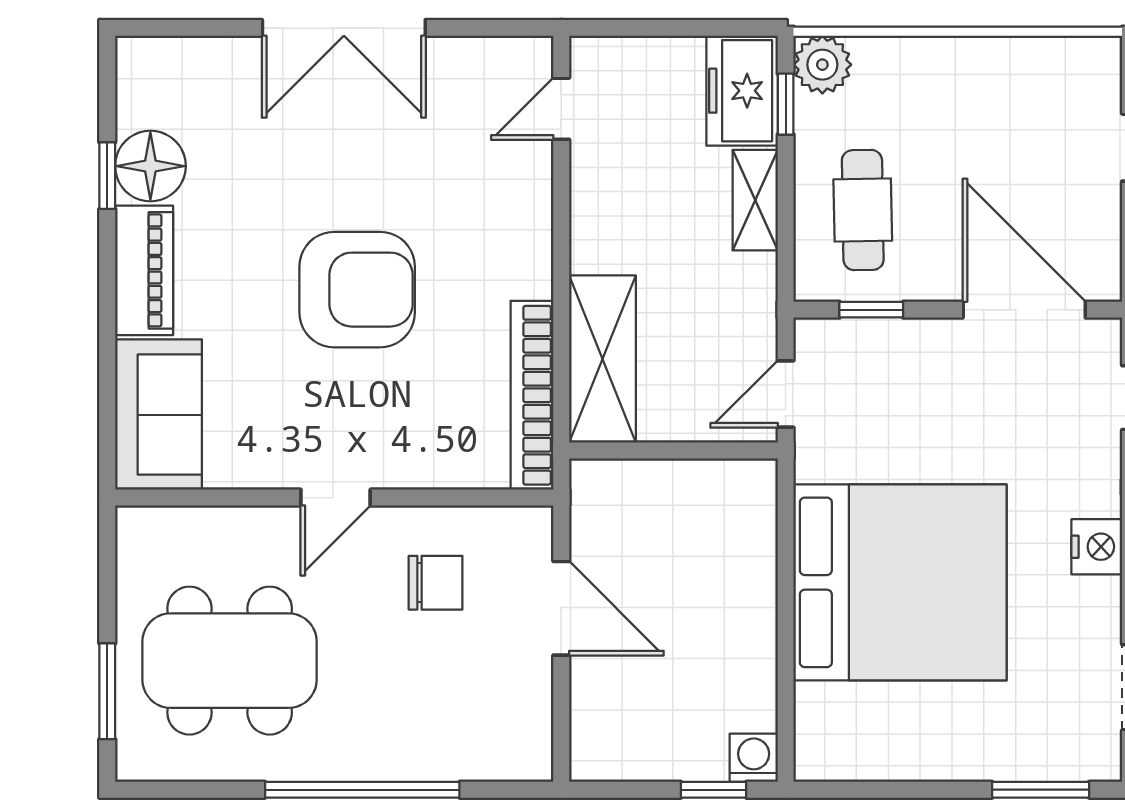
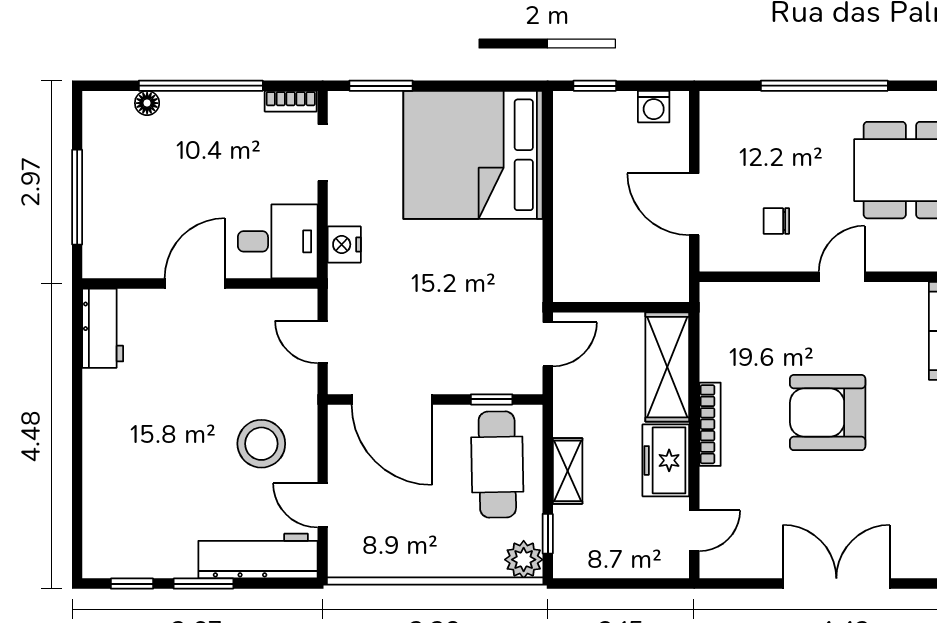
freezer: (742, 91) -> (666, 460), moved, turned 180
cafe table: (863, 210) -> (497, 464), width x1.37, depth x1.35
bookcase: (532, 395) -> (710, 424), moved, width x0.68, depth x0.76
bed: (900, 582) -> (473, 155), moved
chair: (436, 583) -> (776, 221), width x0.73, depth x0.73
washing machine: (754, 758) -> (654, 107), moved

